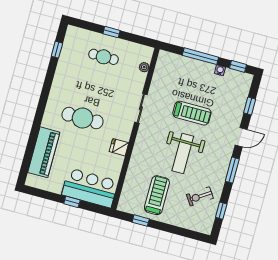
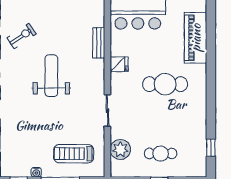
plant: (144, 67) -> (120, 149), width x1.88, depth x1.88
treadmill: (192, 113) -> (74, 154), moved
bench: (132, 171) -> (99, 43), added
treadmill: (157, 195) -> (66, 25), removed

